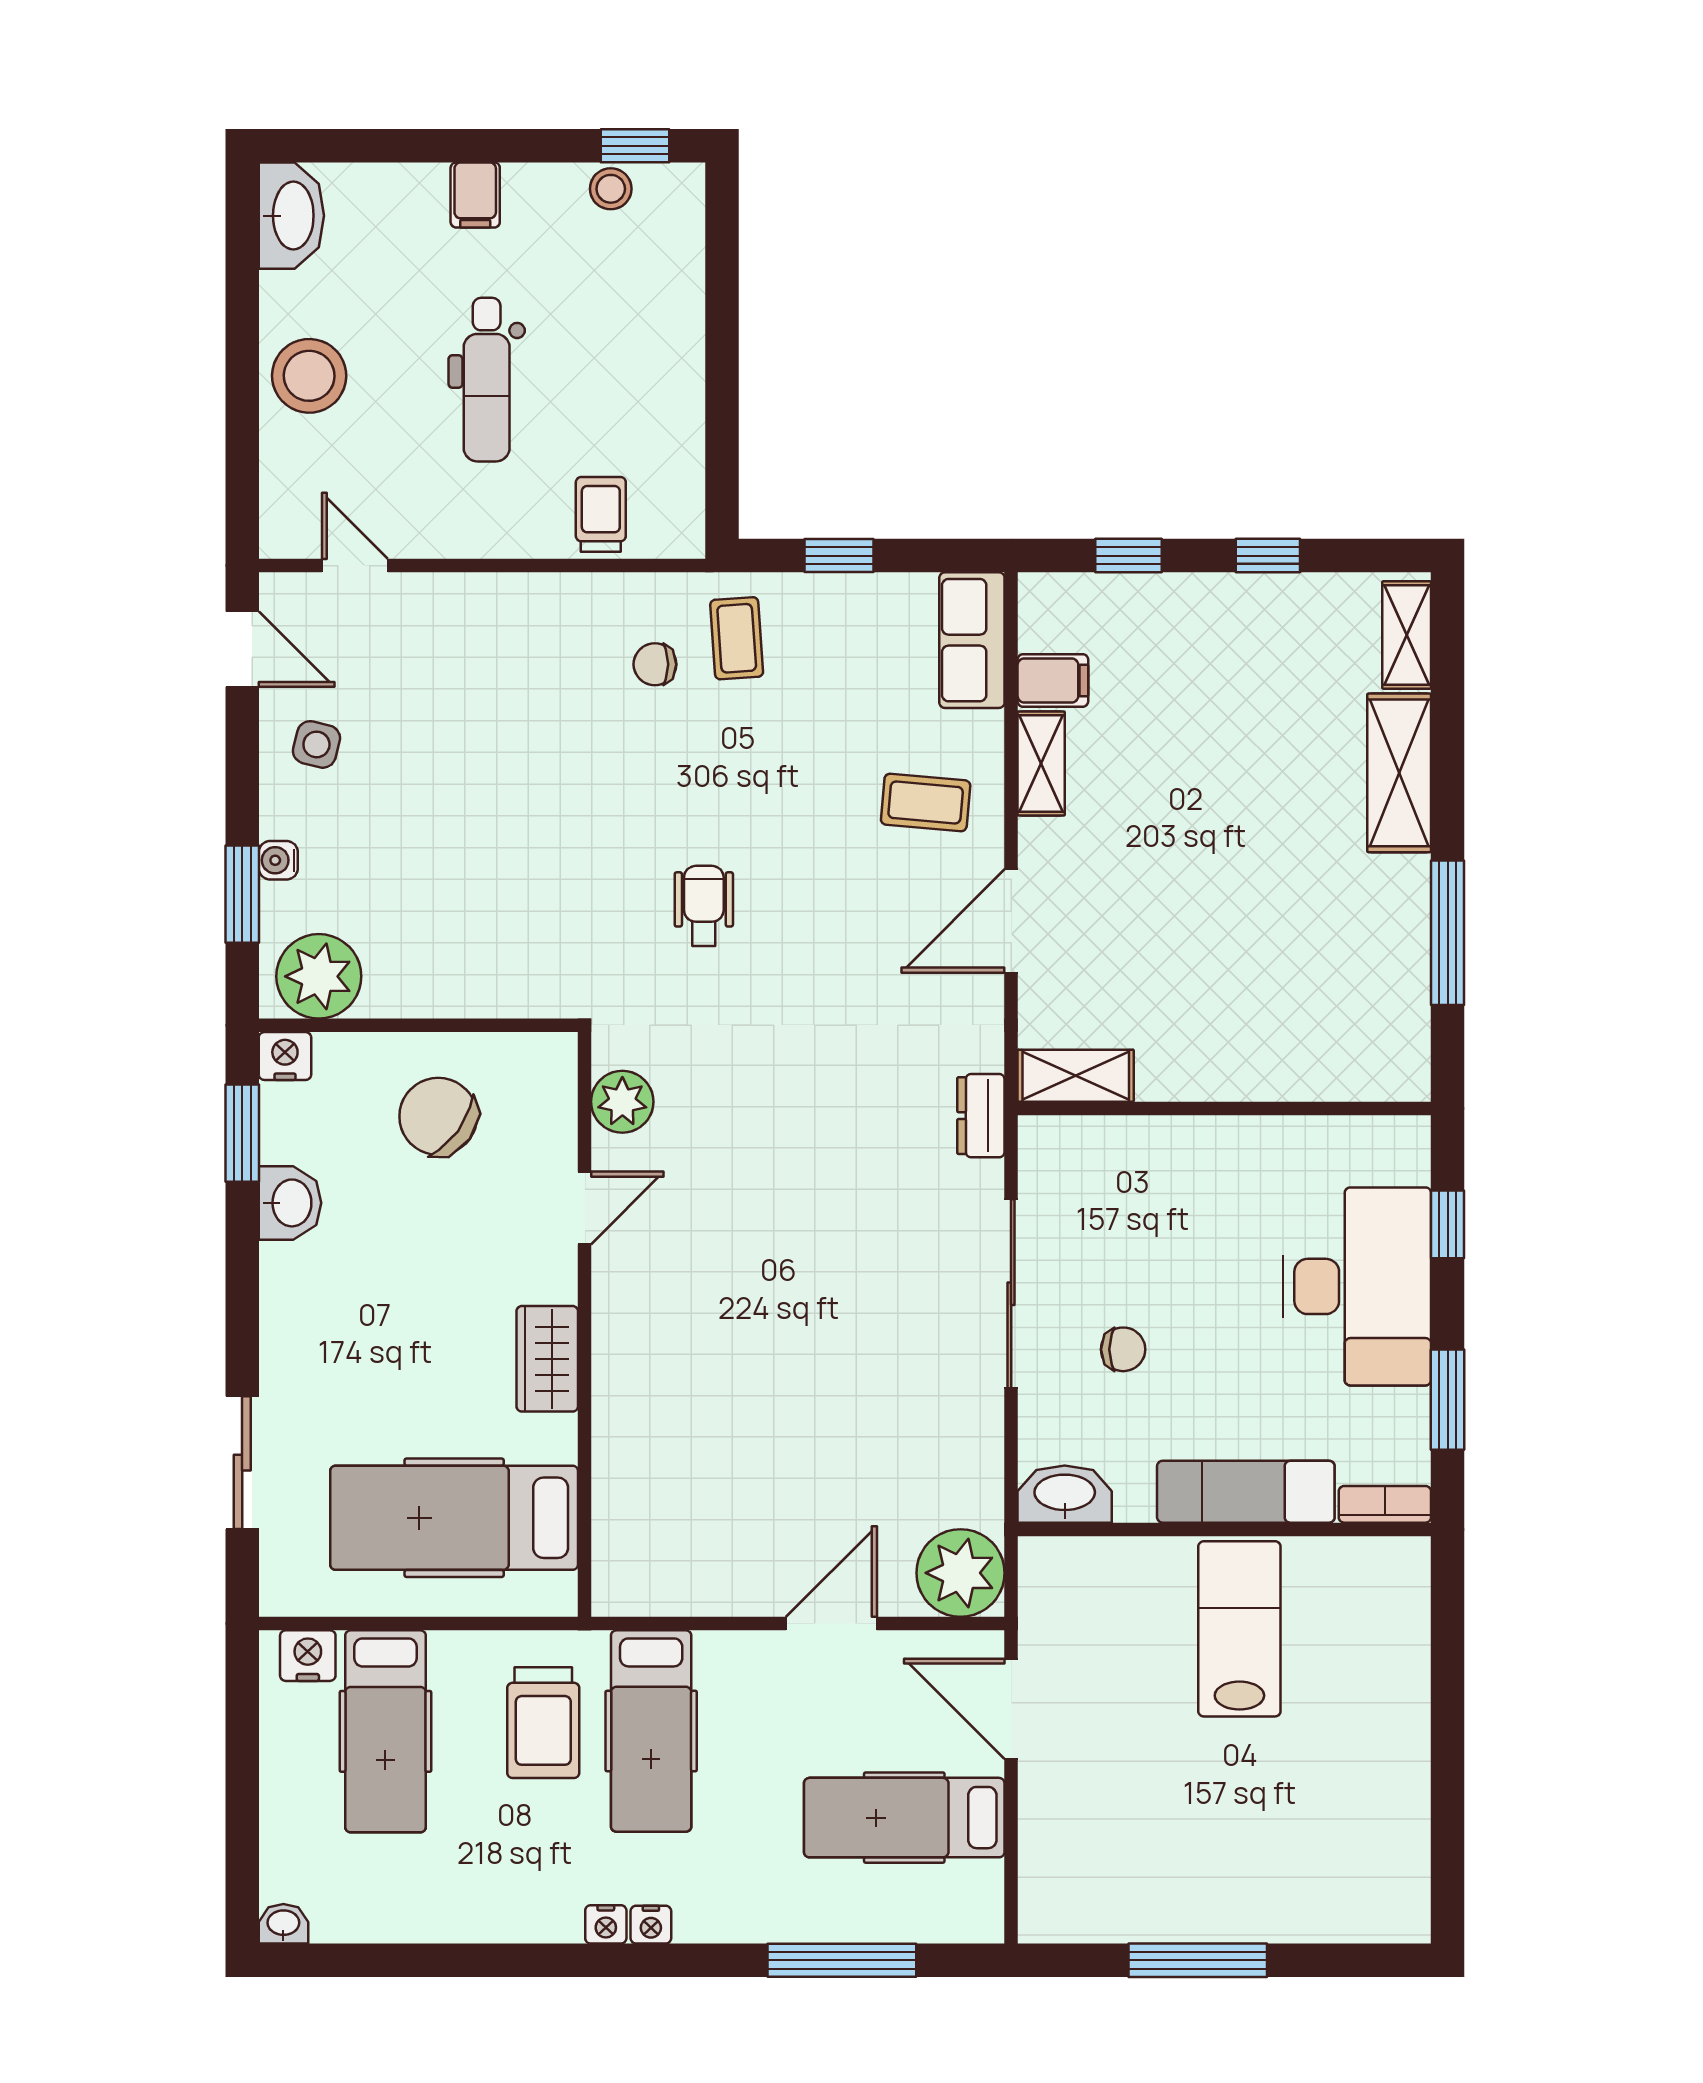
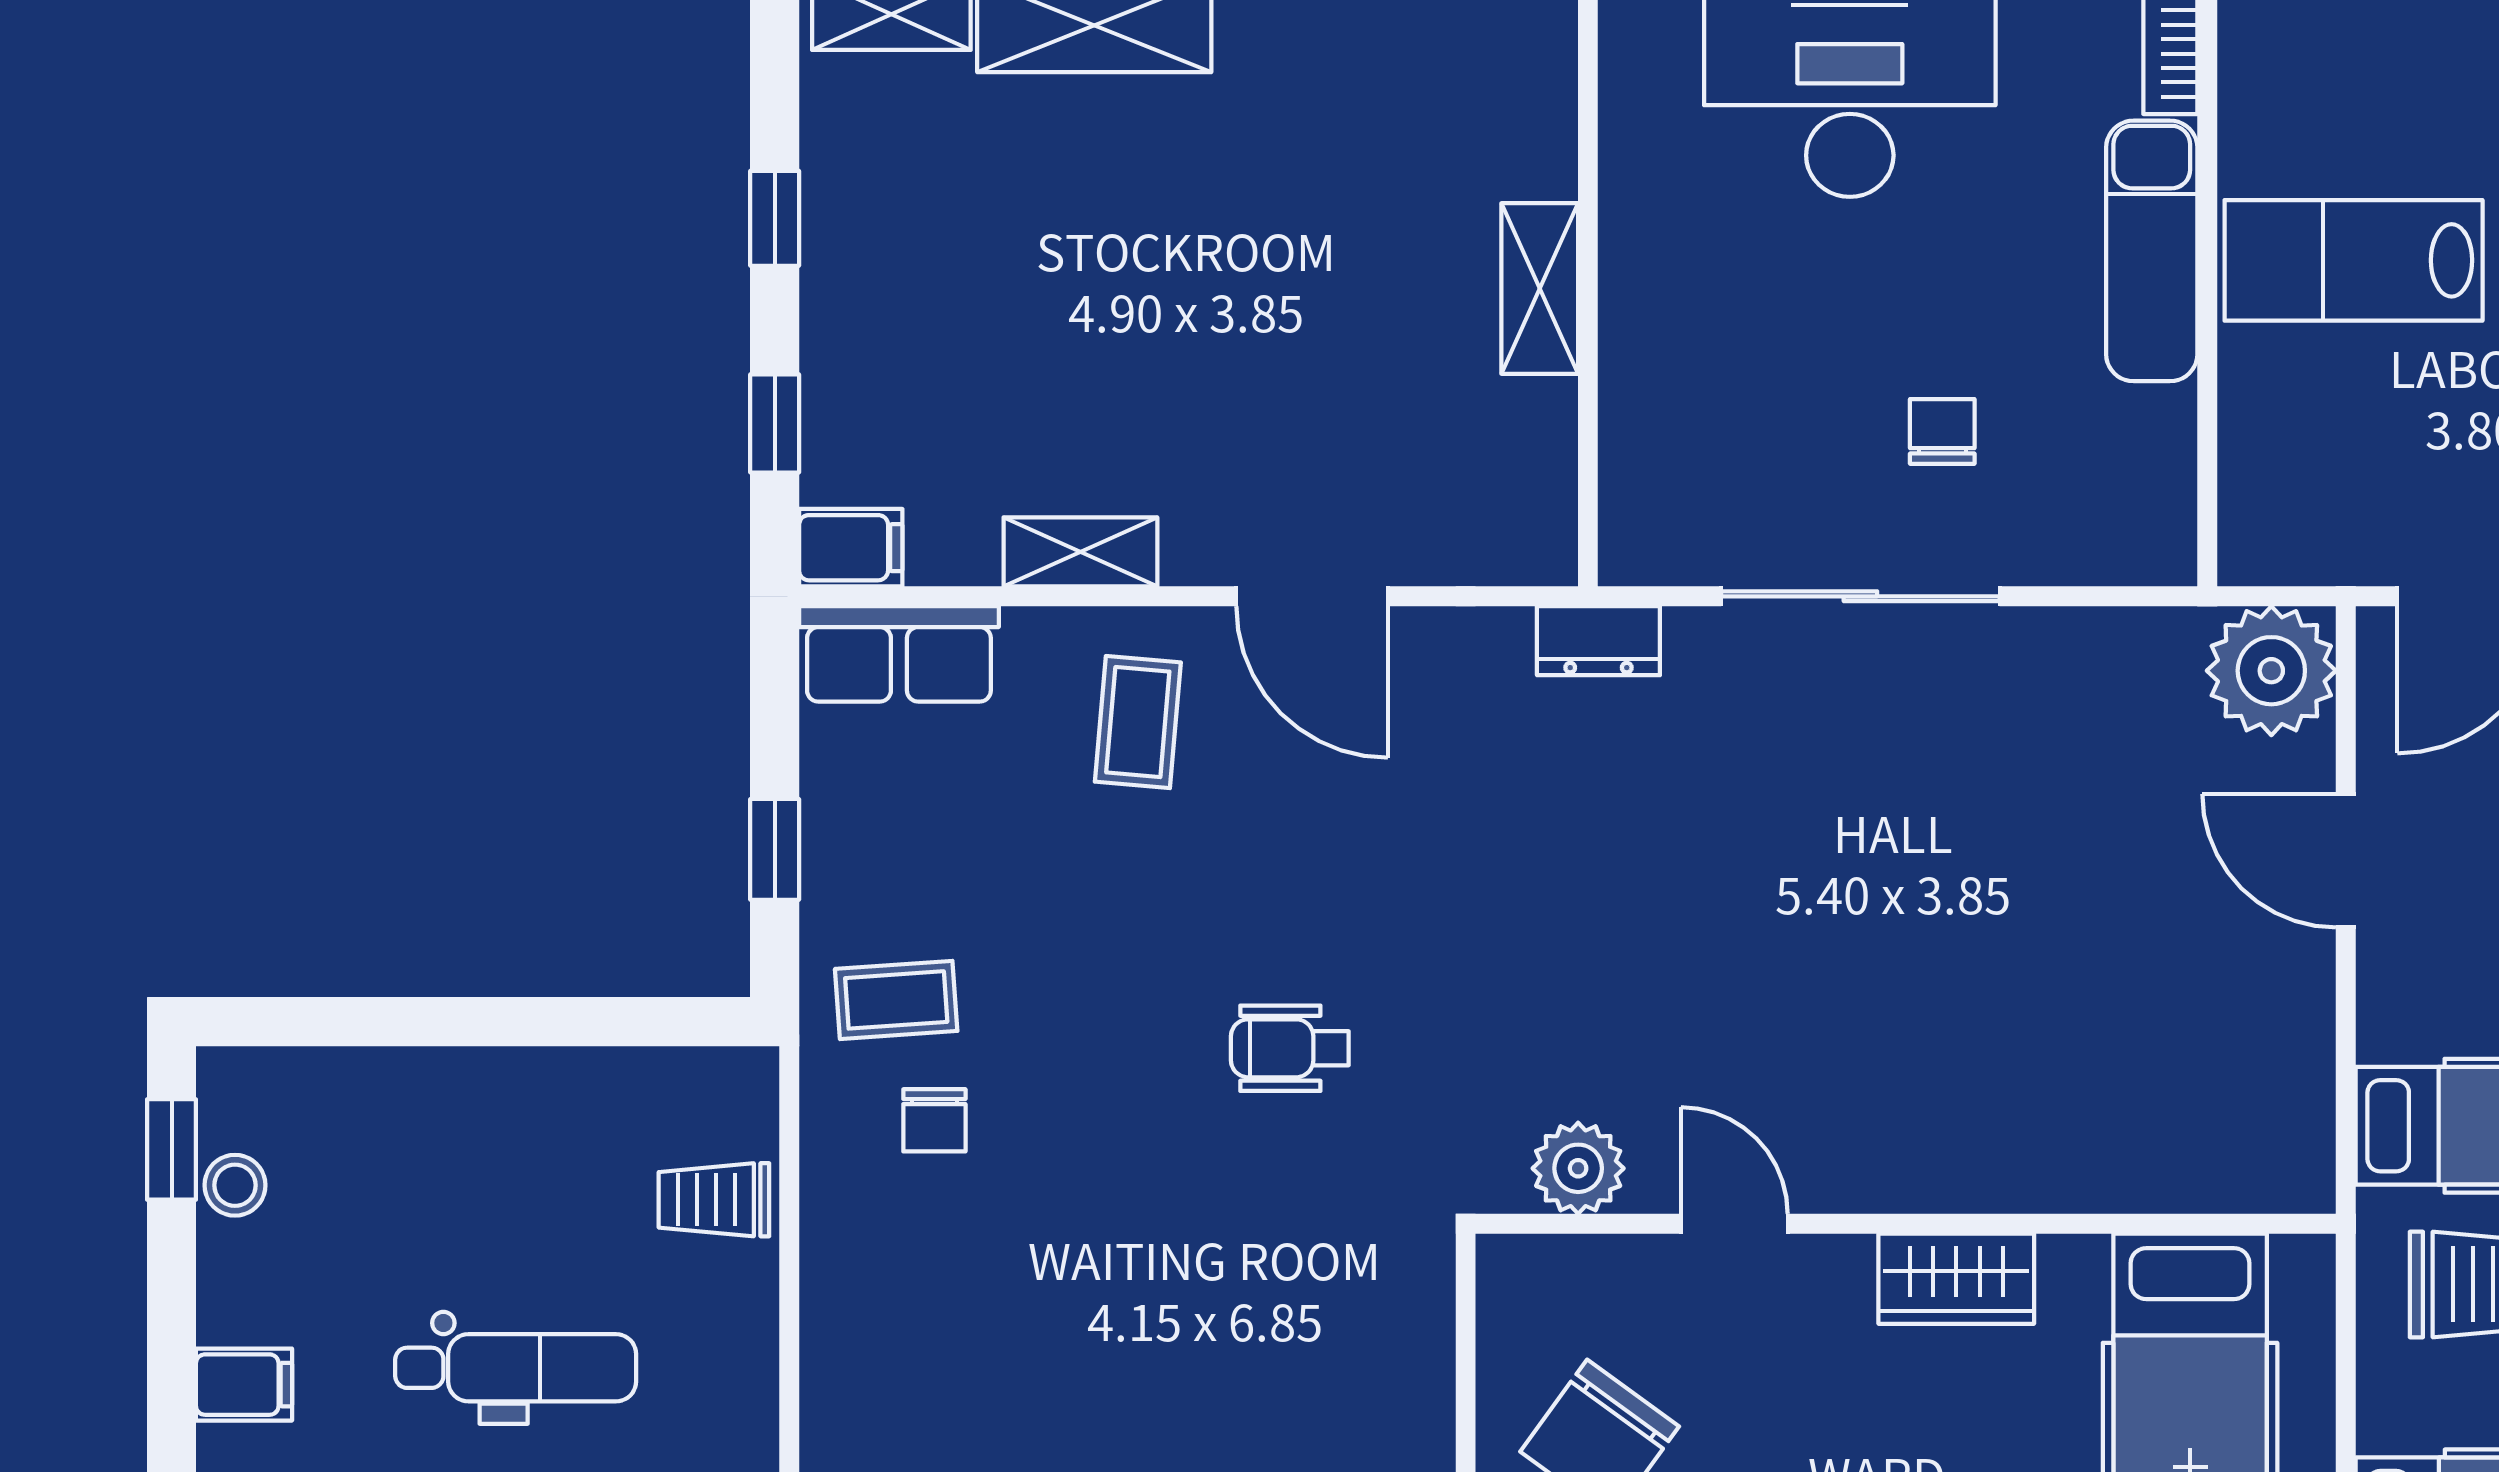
filing cabinet: (1053, 680) -> (851, 548), moved, turned 90
shelving: (1076, 1076) -> (1540, 288), moved
washbasin: (1065, 1494) -> (2155, 517), removed

